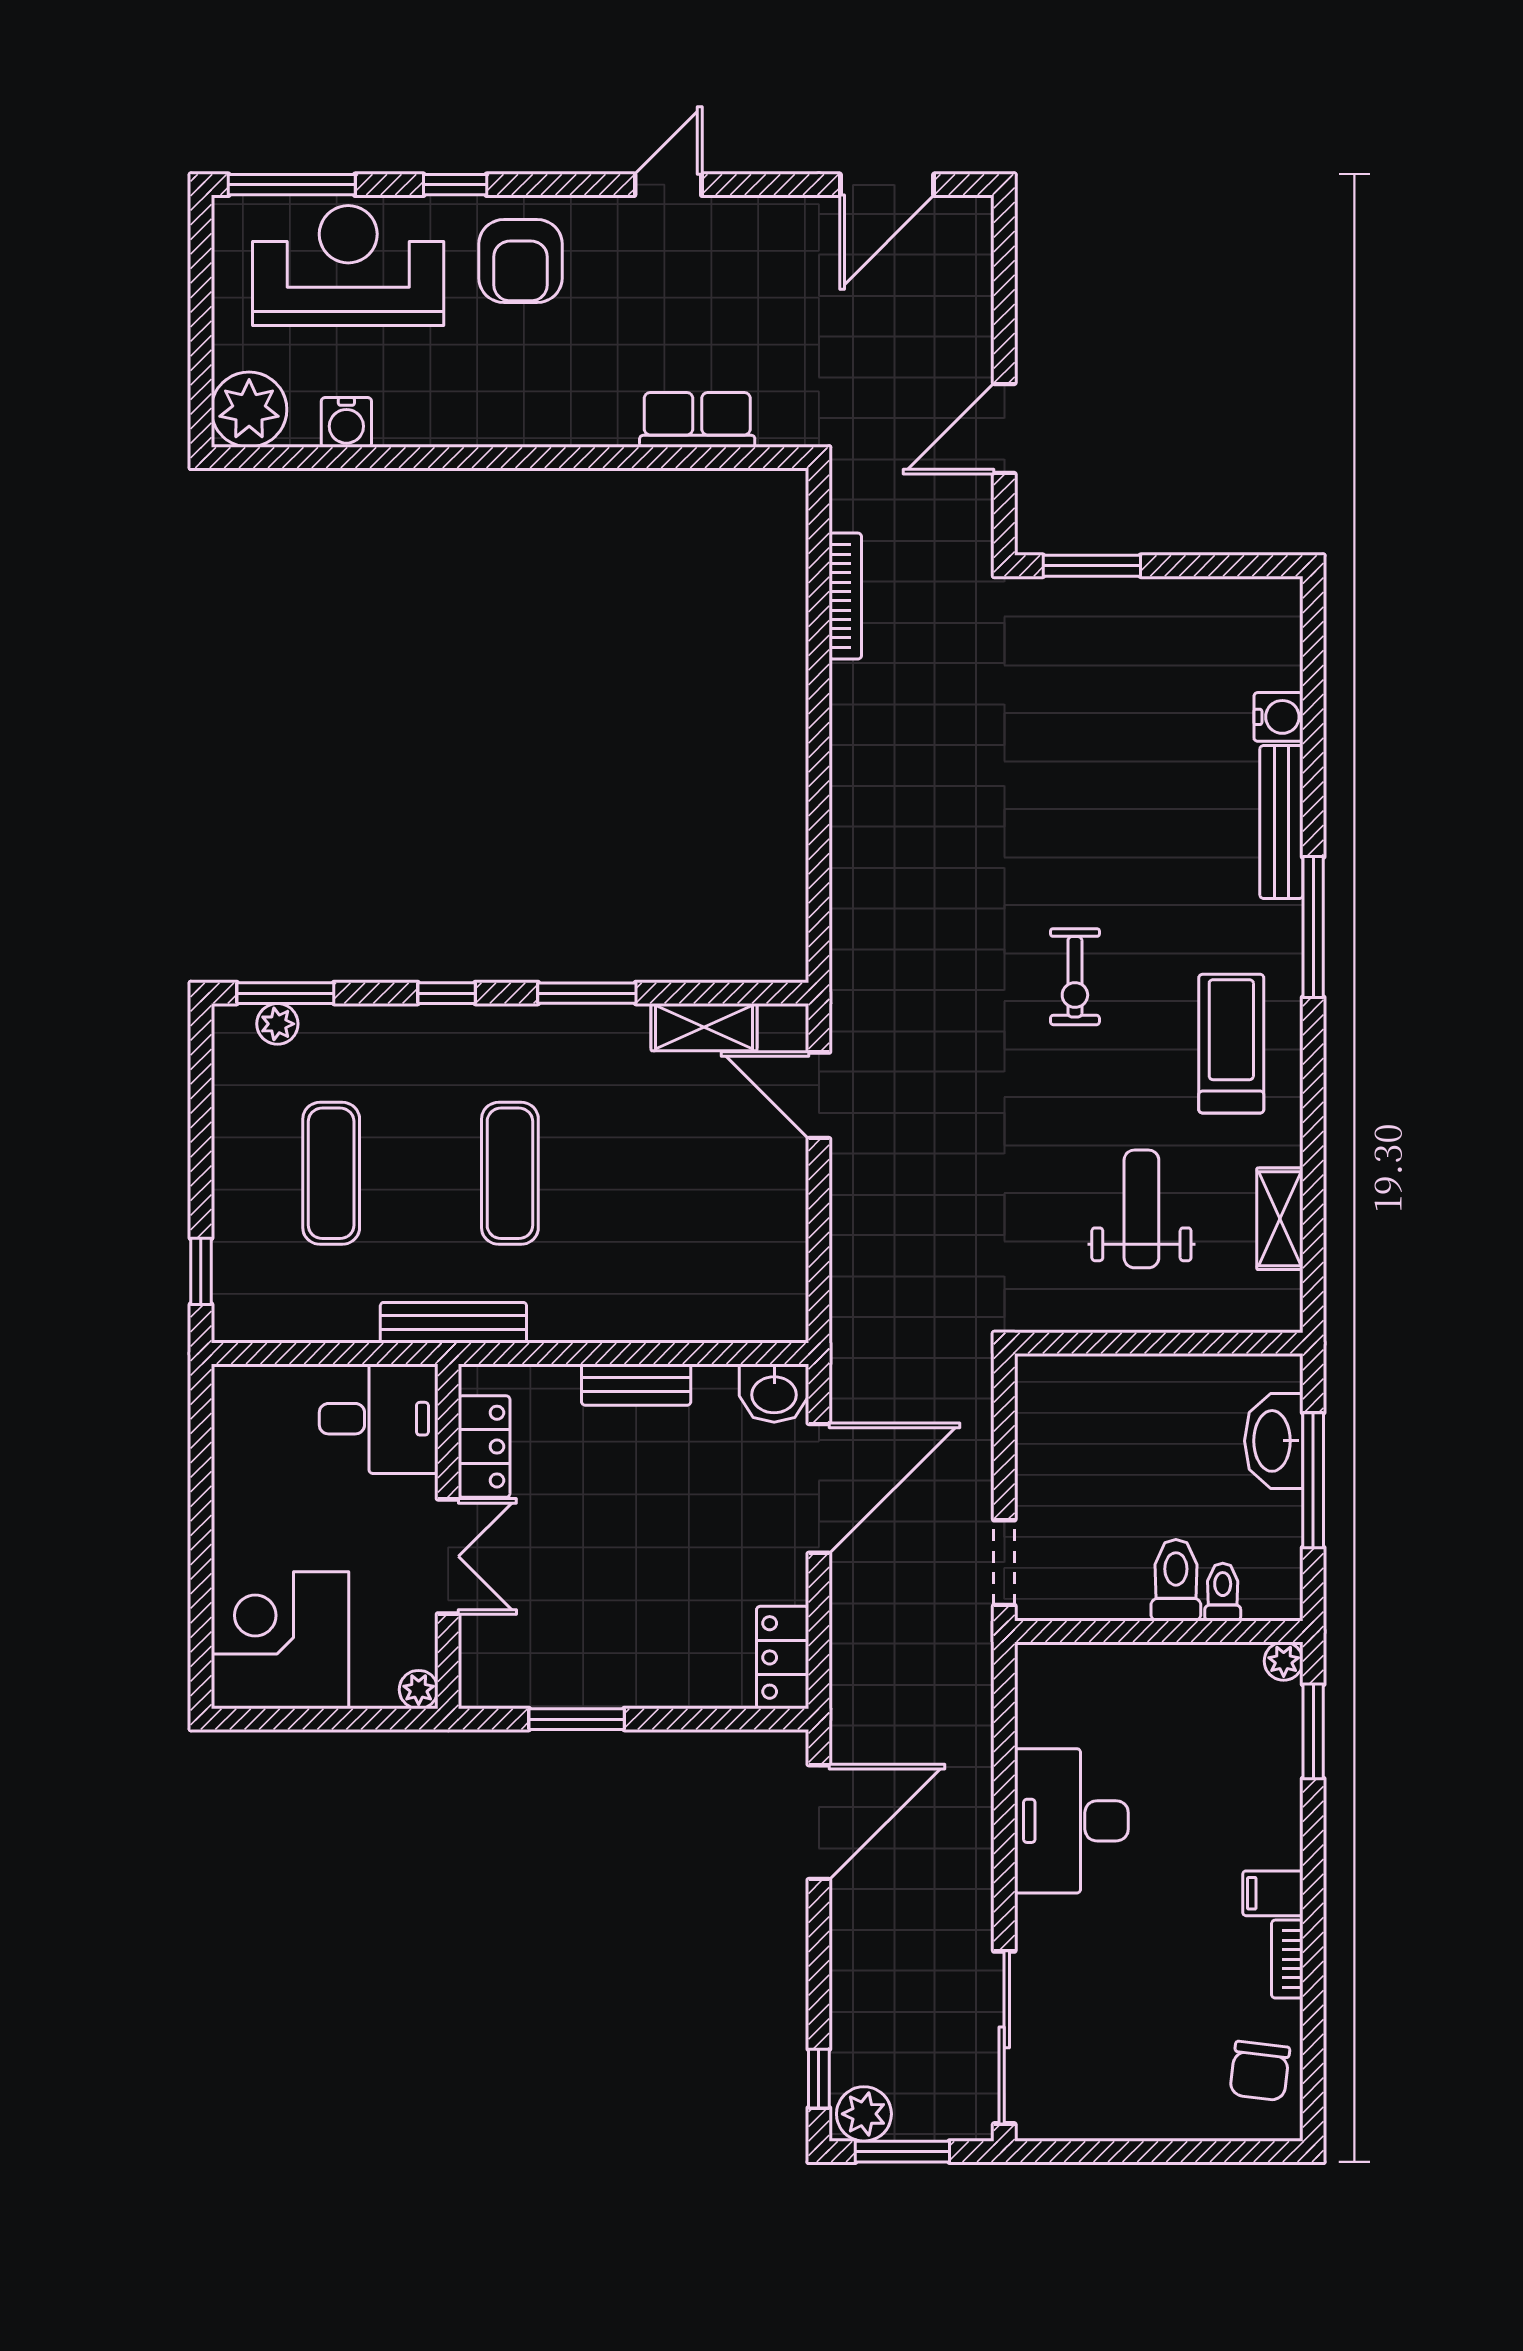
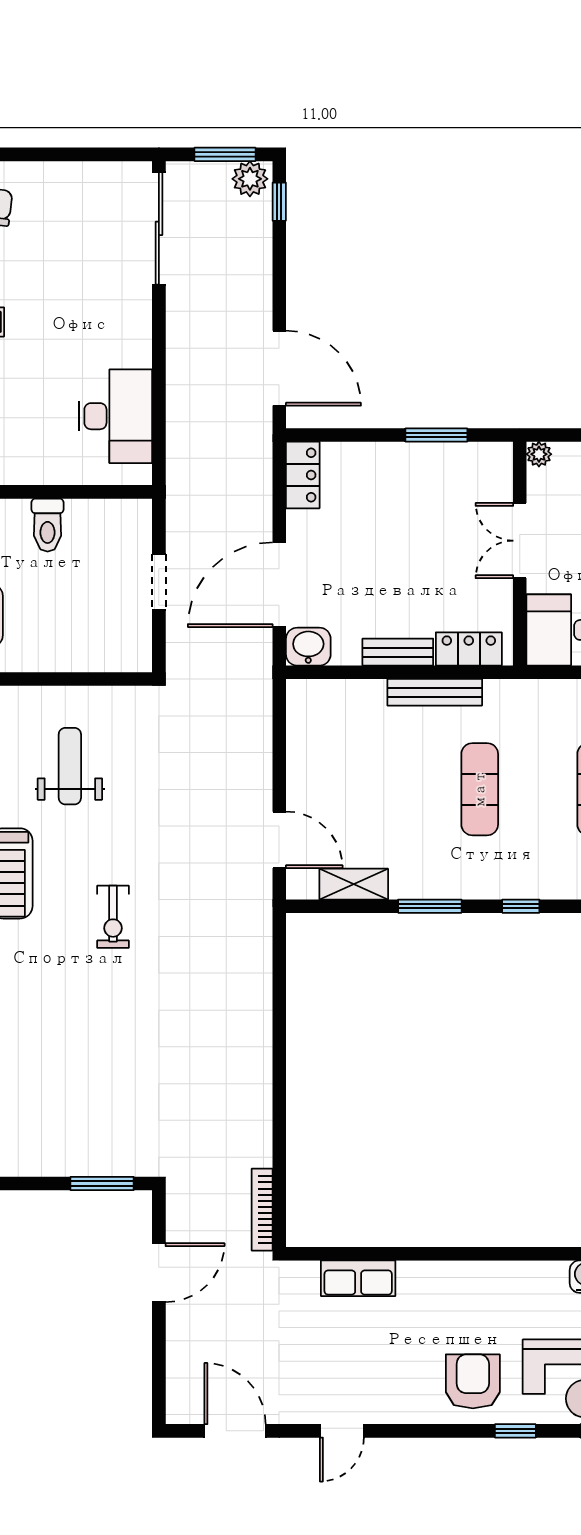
door: (668, 185) -> (342, 1431), moved
door: (887, 185) -> (235, 1431), hinge flipped
bookcase: (845, 596) -> (262, 1210), moved
exercise bike: (1075, 977) -> (113, 917), turned 180
weight bench: (1141, 1209) -> (70, 766), turned 180
bench: (453, 1323) -> (435, 692), moved
locker: (484, 1447) -> (469, 649), moved, turned 90
doorway: (1004, 1563) -> (159, 582), moved
toilet: (1223, 1592) -> (17, 517), removed
desk: (1071, 1821) -> (115, 416), moved
door: (819, 1822) -> (279, 368), swing flipped

